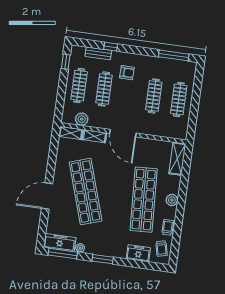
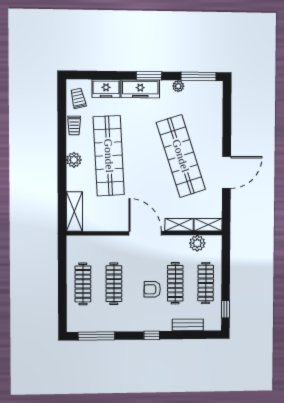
window: (111, 47) -> (152, 335), moved
armchair: (127, 73) -> (152, 289), moved
door: (47, 196) -> (226, 172), moved
freezer: (60, 242) -> (140, 89), moved

